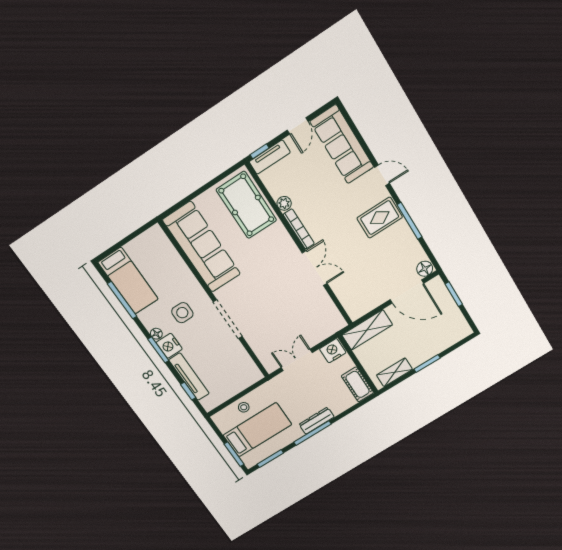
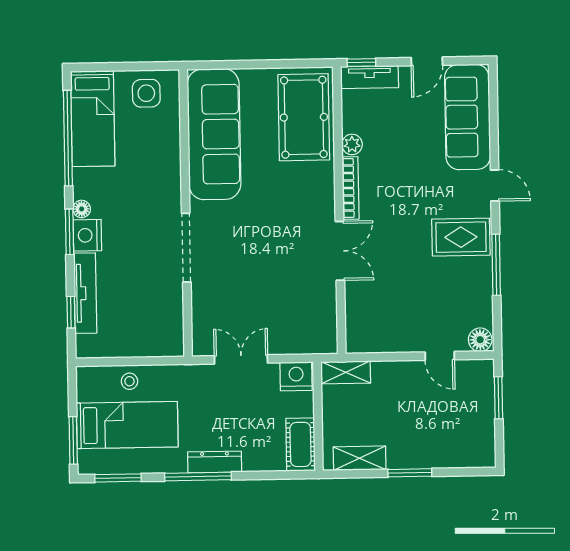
door: (407, 291) -> (440, 356), width x0.53
window: (122, 300) -> (68, 138), width x1.46
side table: (182, 313) -> (146, 93), moved
shelving: (367, 330) -> (346, 372), width x0.67, depth x0.75

